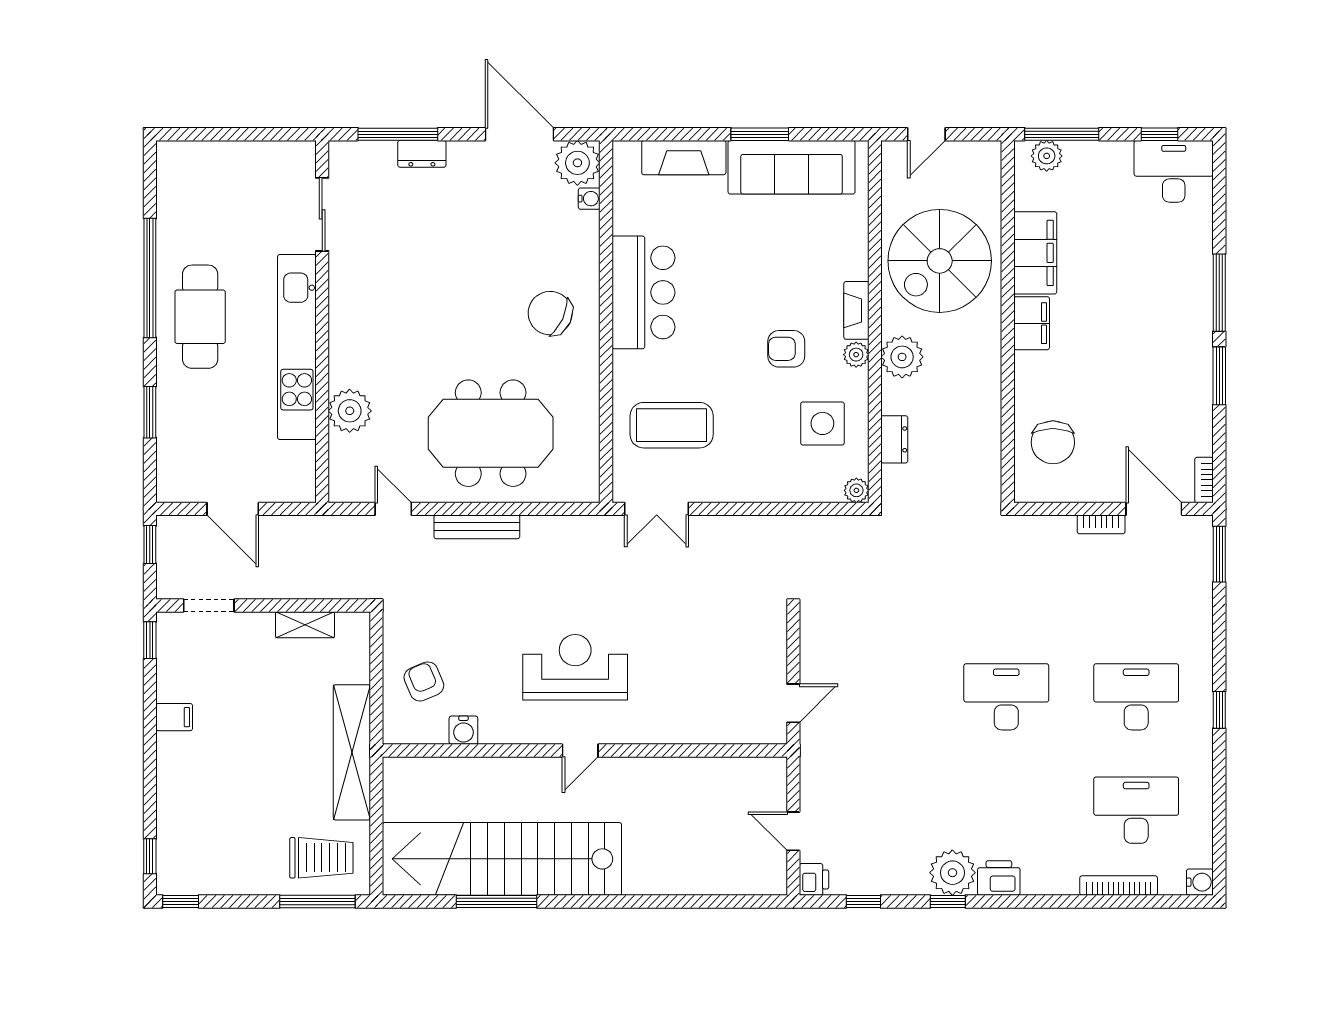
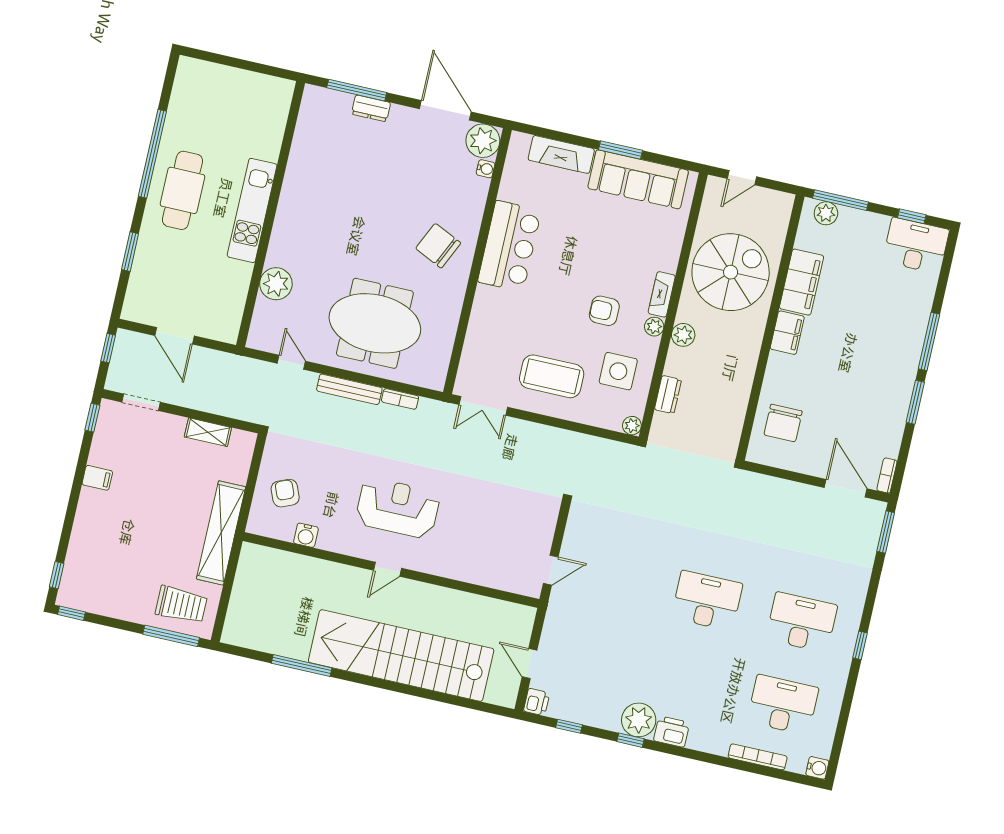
sliding door: (322, 214) -> (288, 136), removed
spiral stairs: (940, 261) -> (731, 272), turned 180
kitchen unit: (297, 347) -> (252, 210), width x0.73
plant: (902, 357) -> (683, 335), width x0.73, depth x0.73
coffee table: (672, 425) -> (552, 376), moved
bookcase: (1101, 524) -> (400, 399), moved
stairs: (502, 859) -> (401, 655), moved

